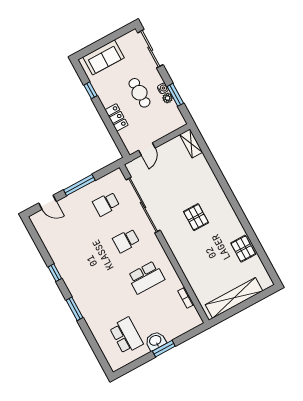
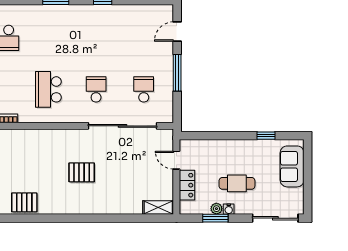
locker: (117, 117) -> (187, 185), moved, turned -90

